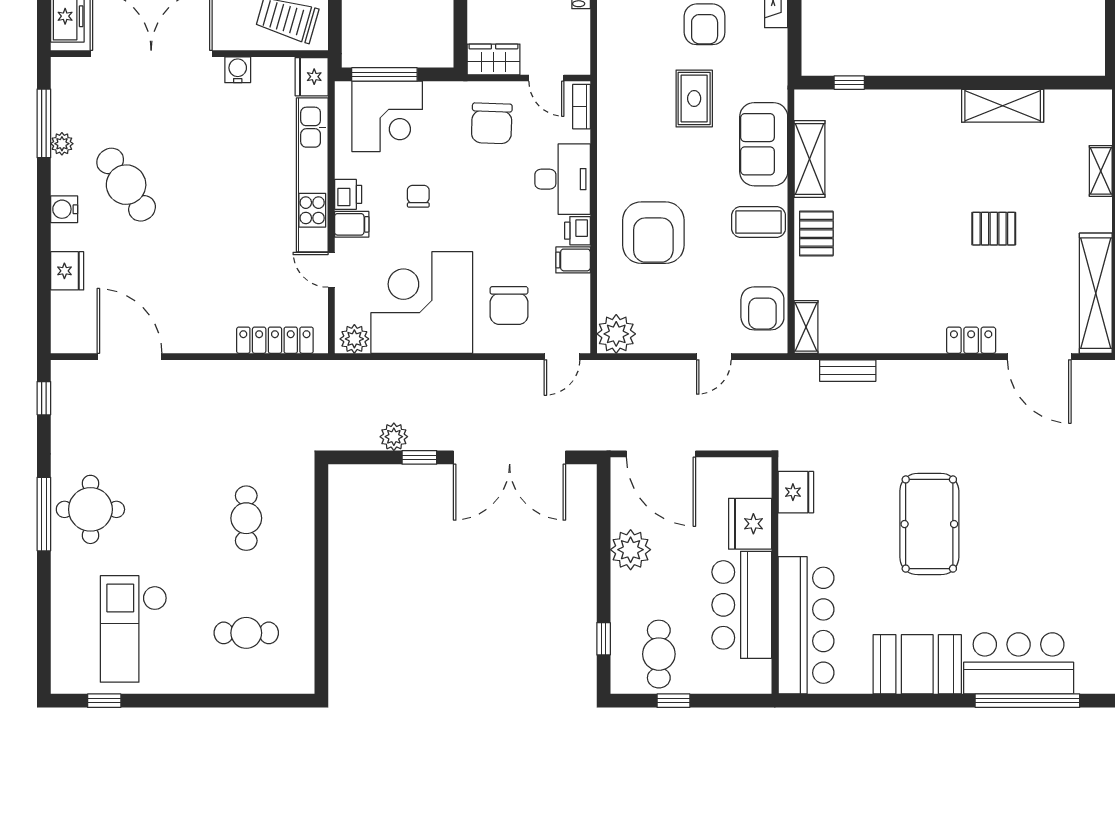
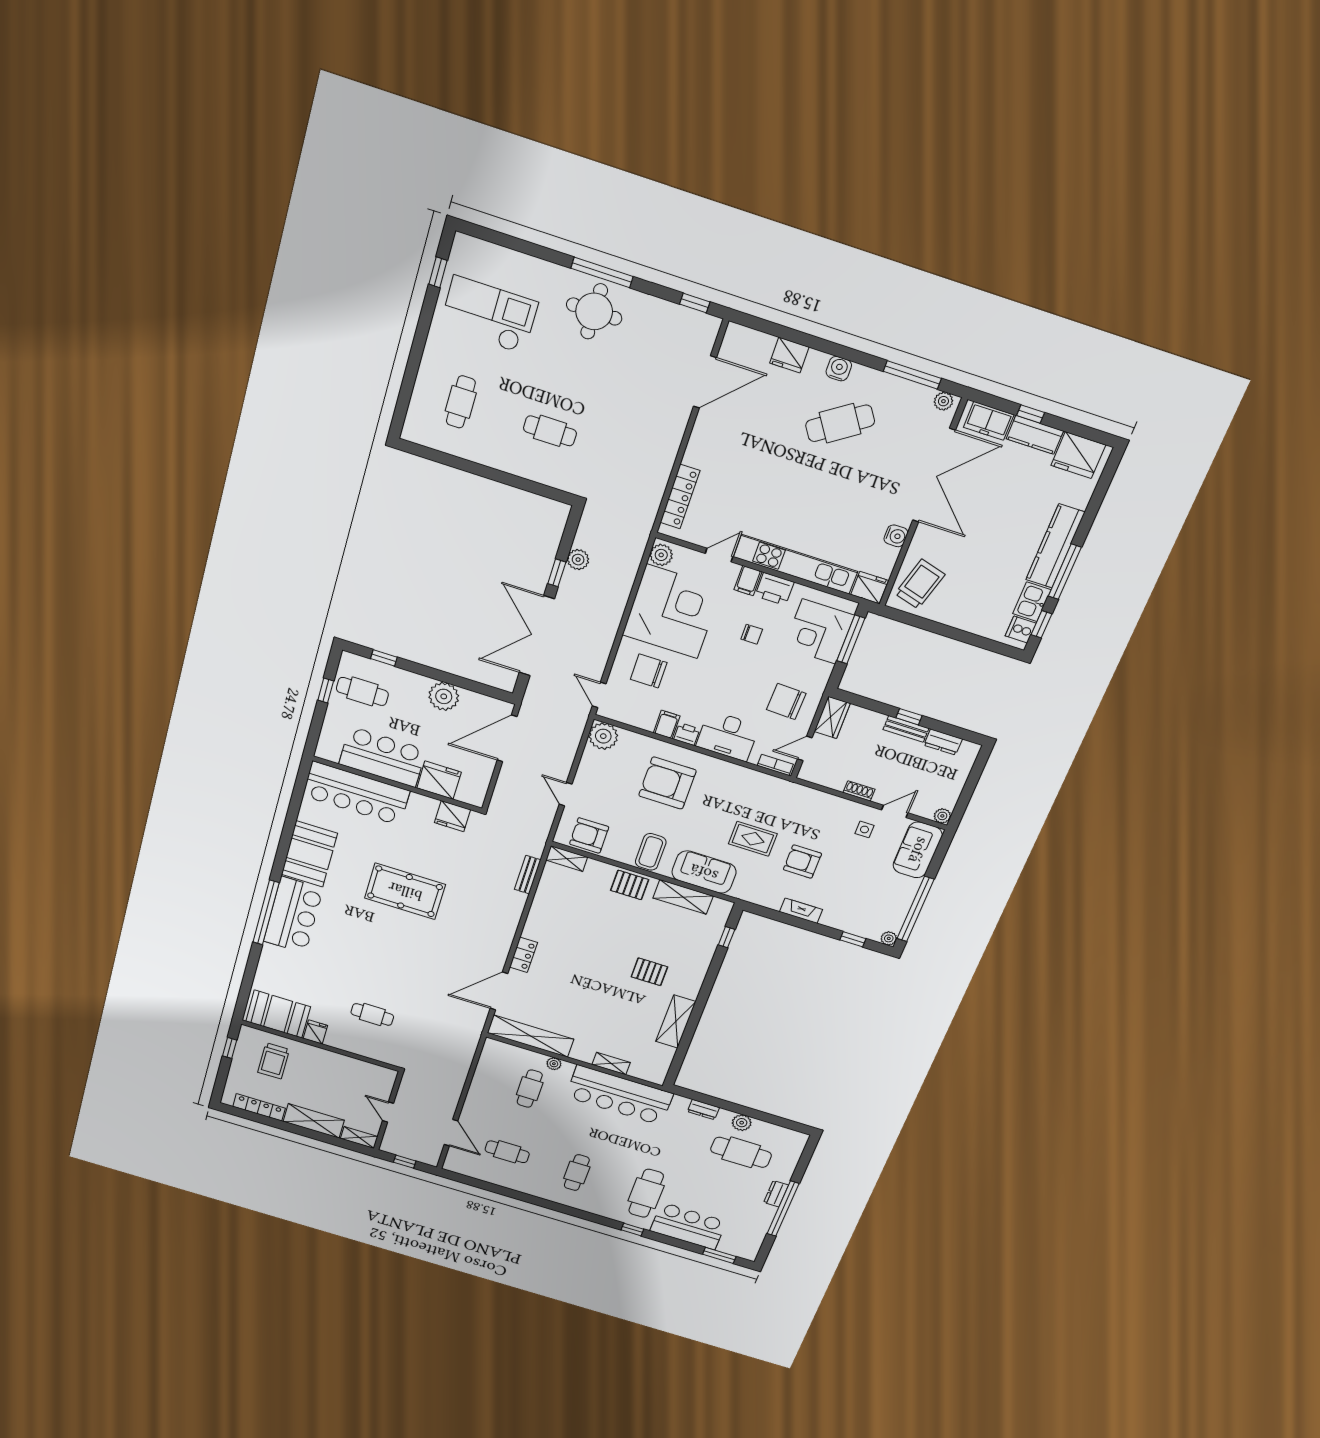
plant: (62, 144) -> (943, 401), moved
printer: (348, 194) -> (775, 589), width x1.36, depth x1.24
pallet: (994, 229) -> (649, 972), moved, turned 90

